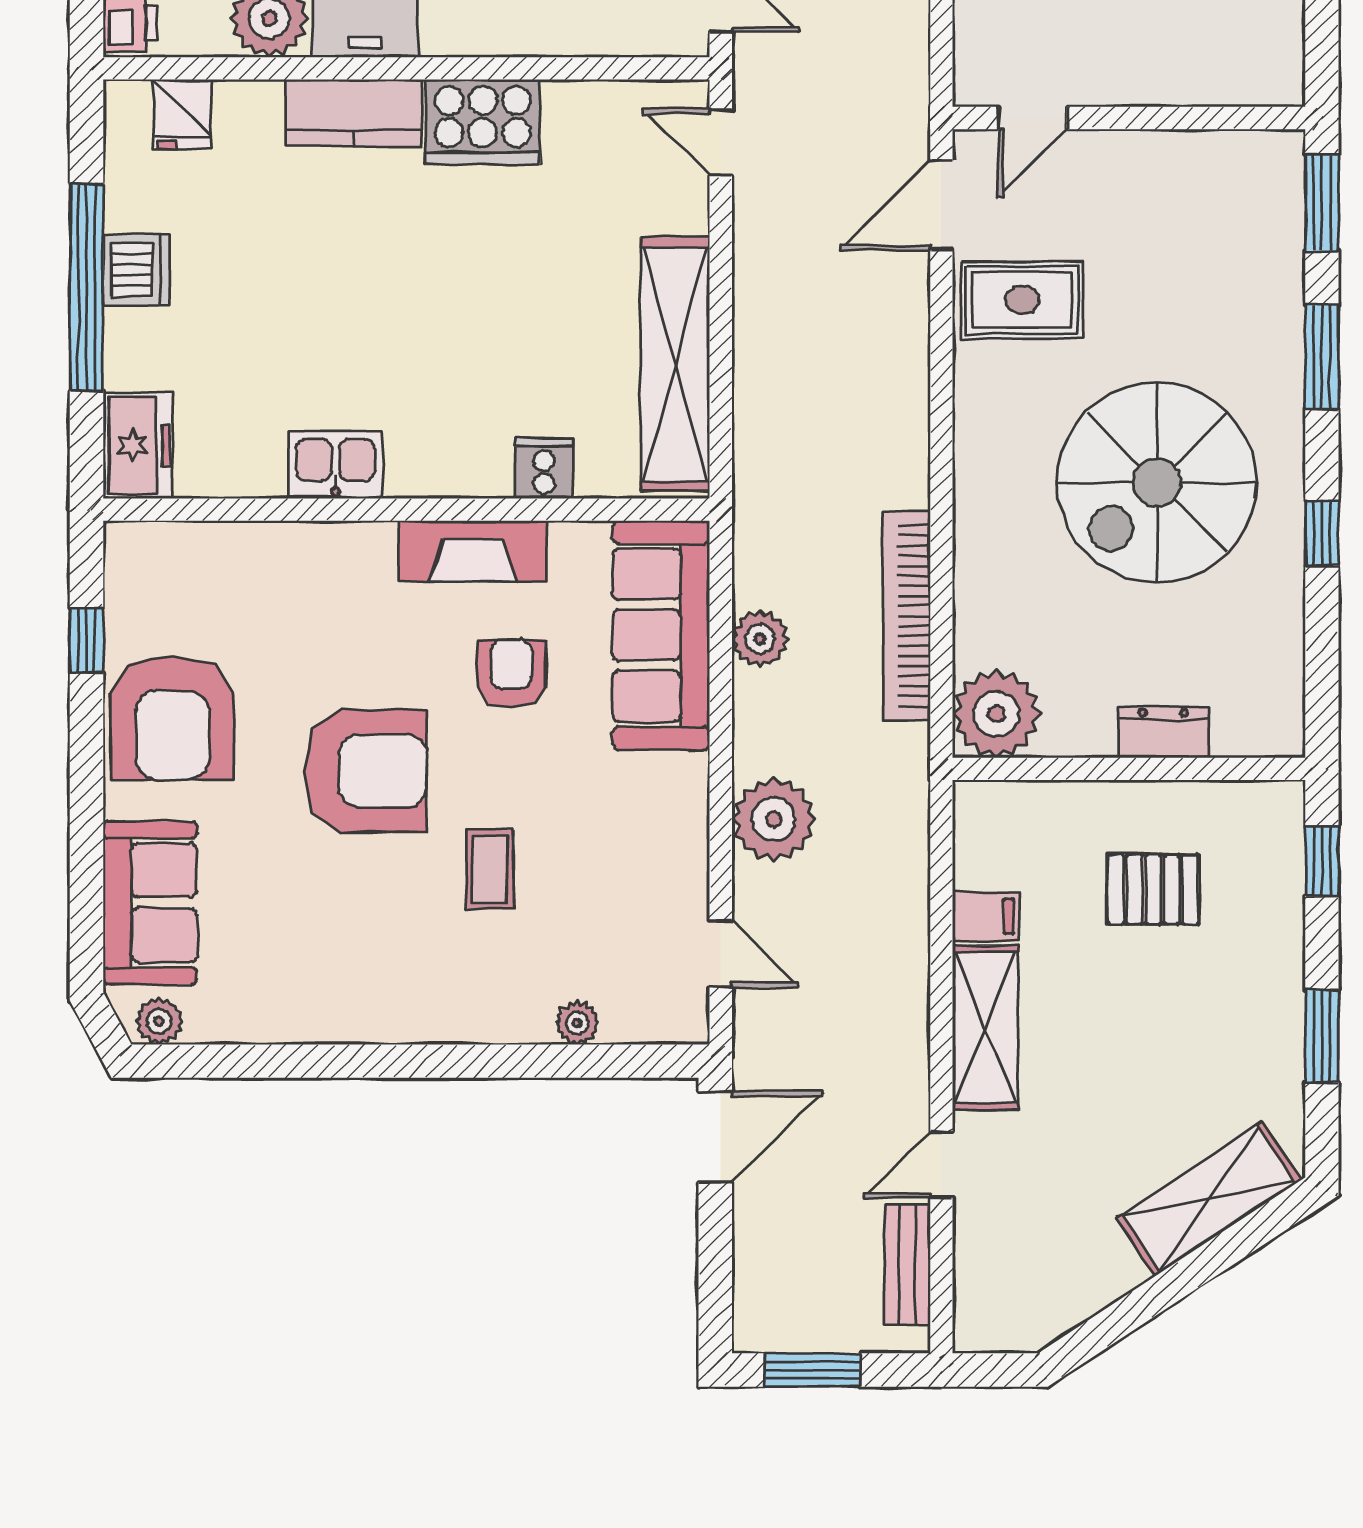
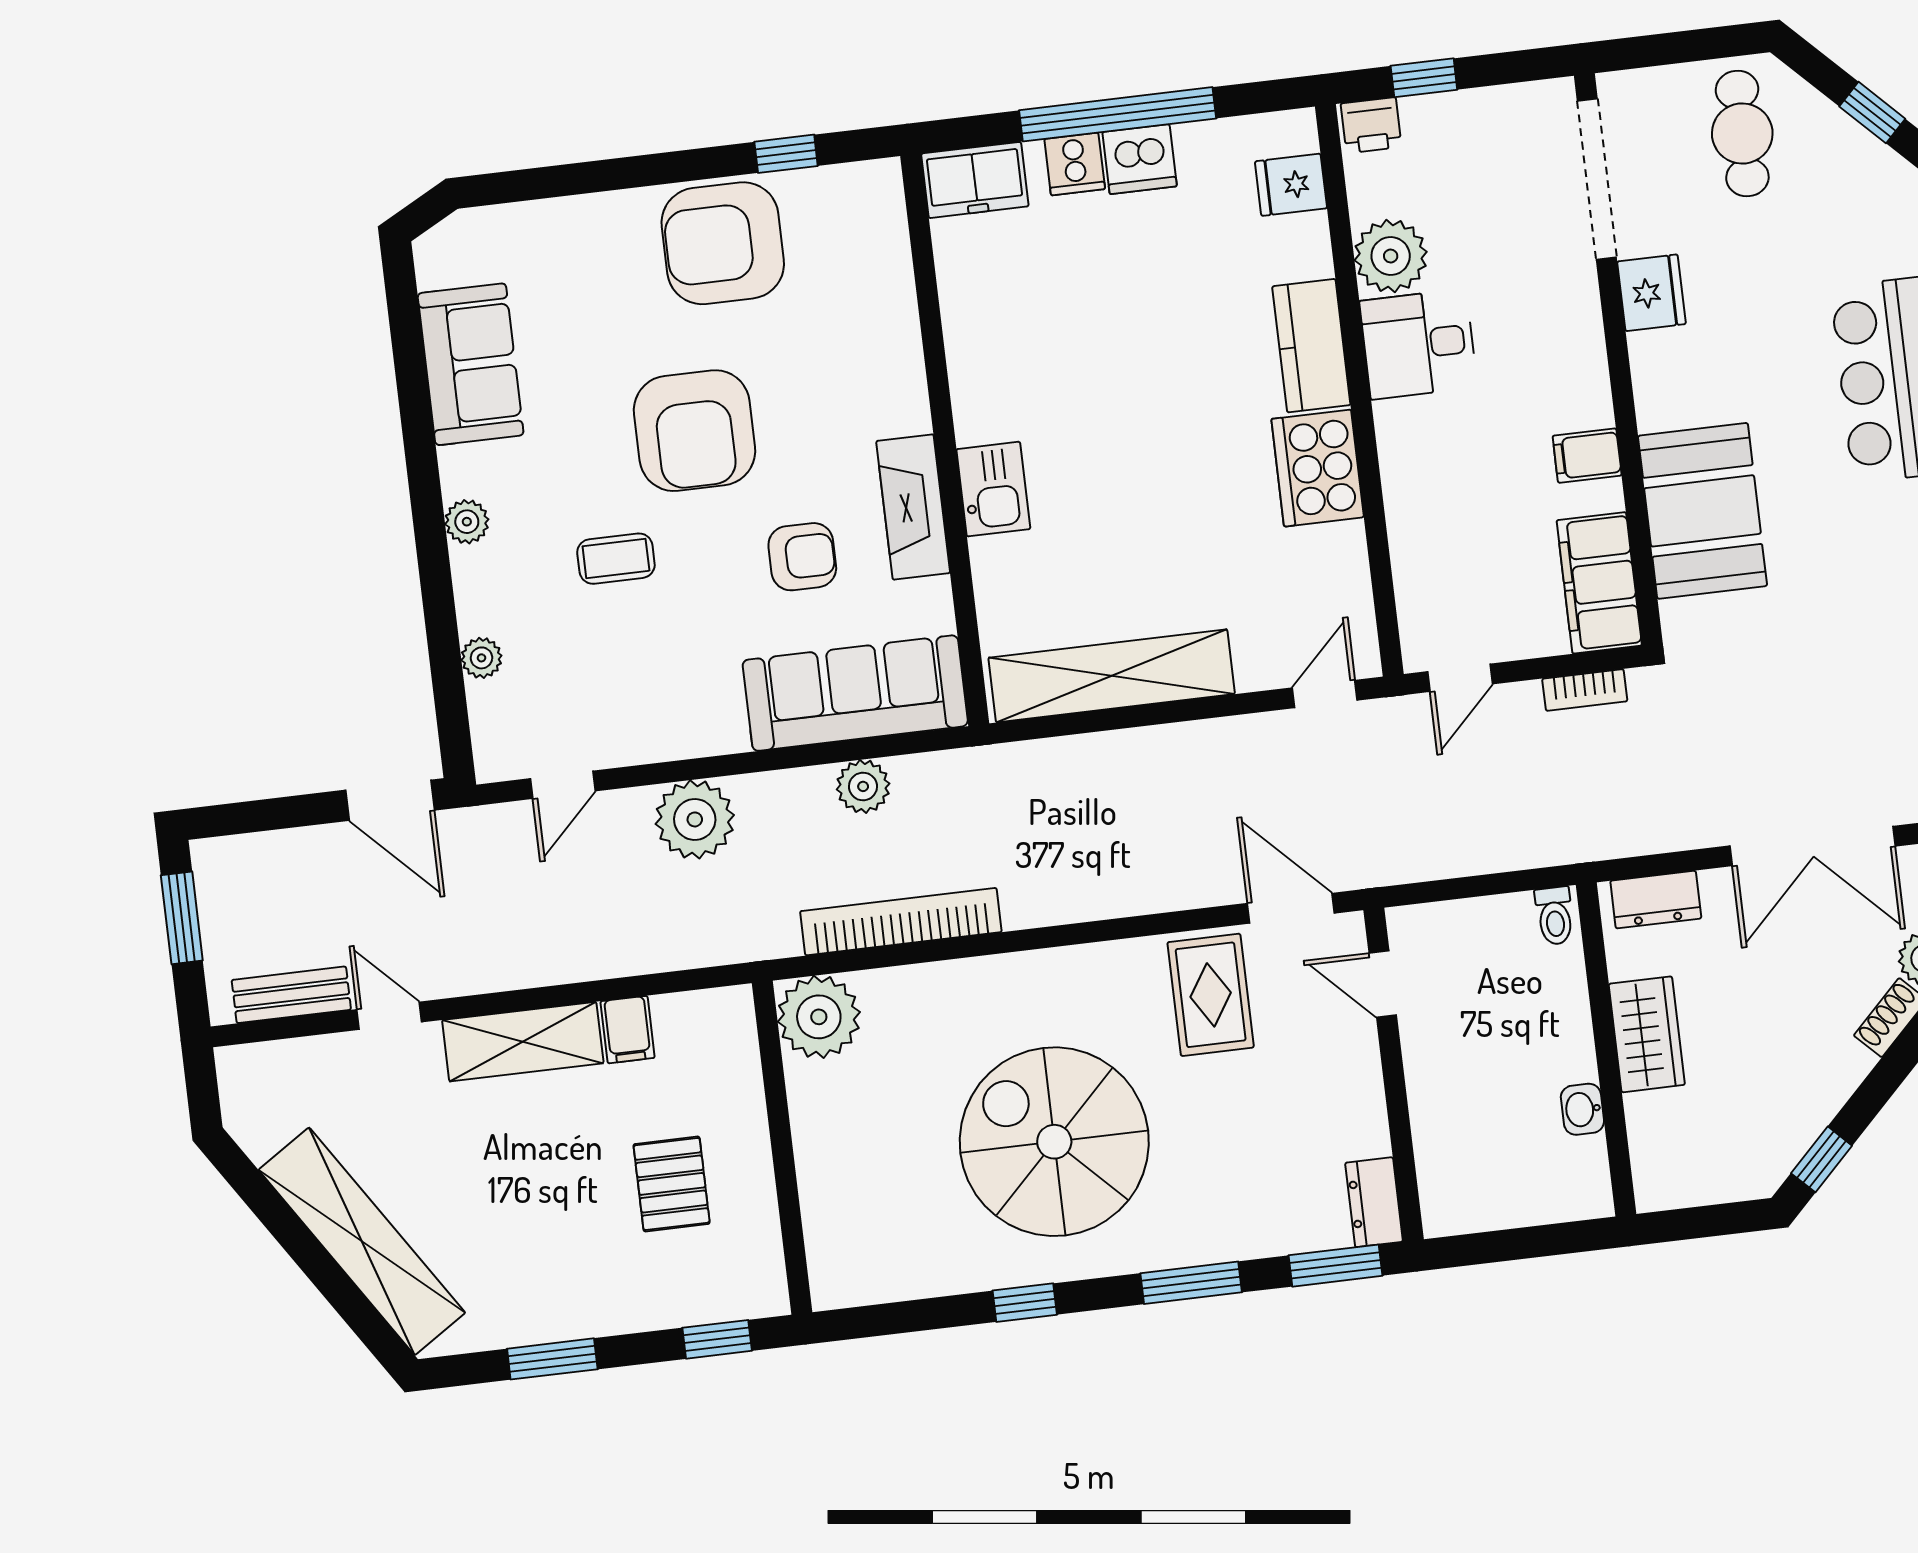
kitchen sink: (336, 465) -> (993, 489), moved
cooker: (544, 468) -> (1075, 164), moved, turned 90
dresser: (1163, 732) -> (1374, 1202), moved, turned 180
sofa: (150, 903) -> (471, 364), moved, turned -90
plant: (159, 1021) -> (467, 522), moved
shelving: (1209, 1199) -> (362, 1241), width x1.47

